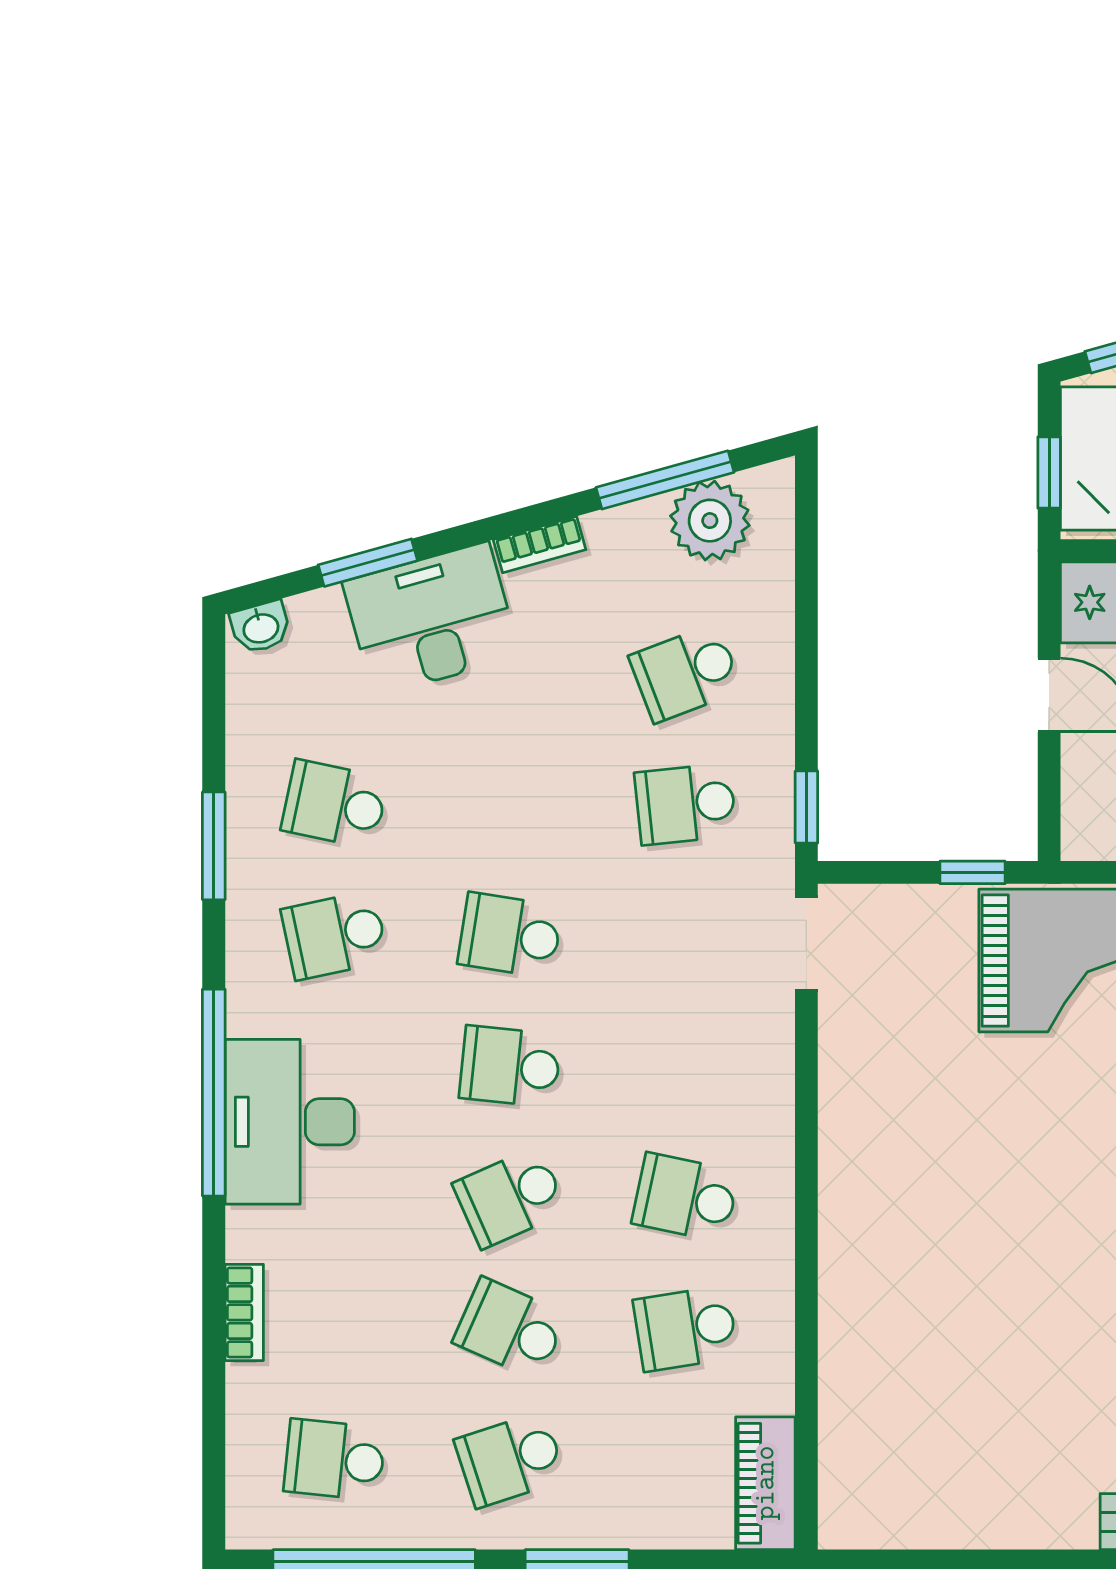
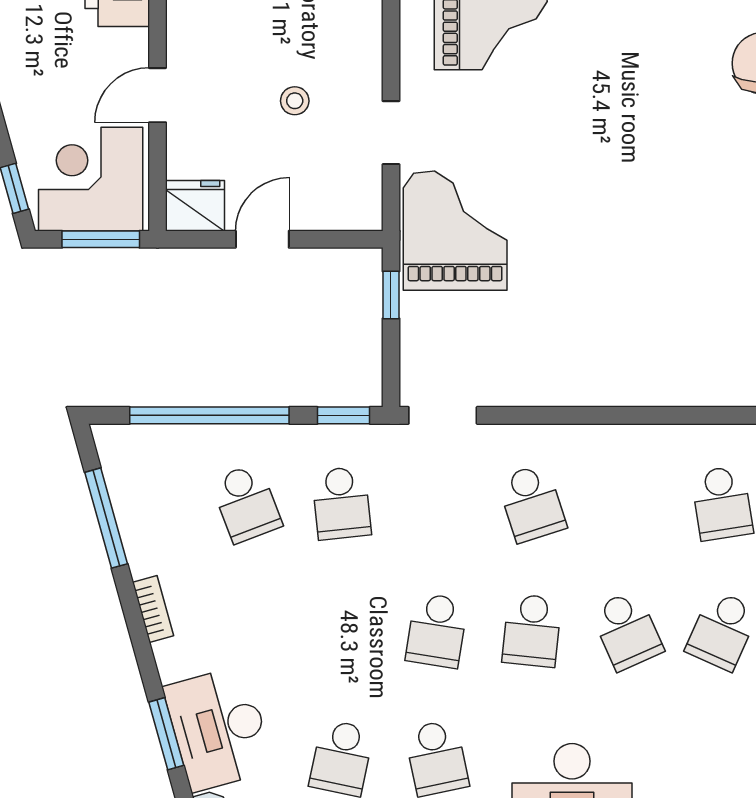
window: (1049, 472) -> (101, 239), width x1.50
plant: (710, 521) -> (136, 485), removed
desk: (431, 619) -> (219, 728), moved
window: (806, 622) -> (209, 415), added
school desk: (686, 1197) -> (532, 503), moved, turned -30

